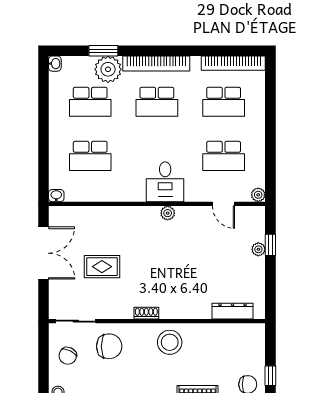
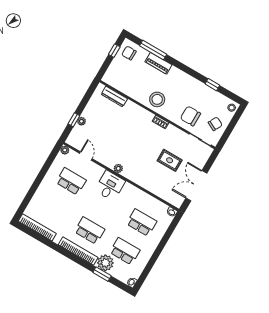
school desk: (224, 102) -> (54, 210), removed

